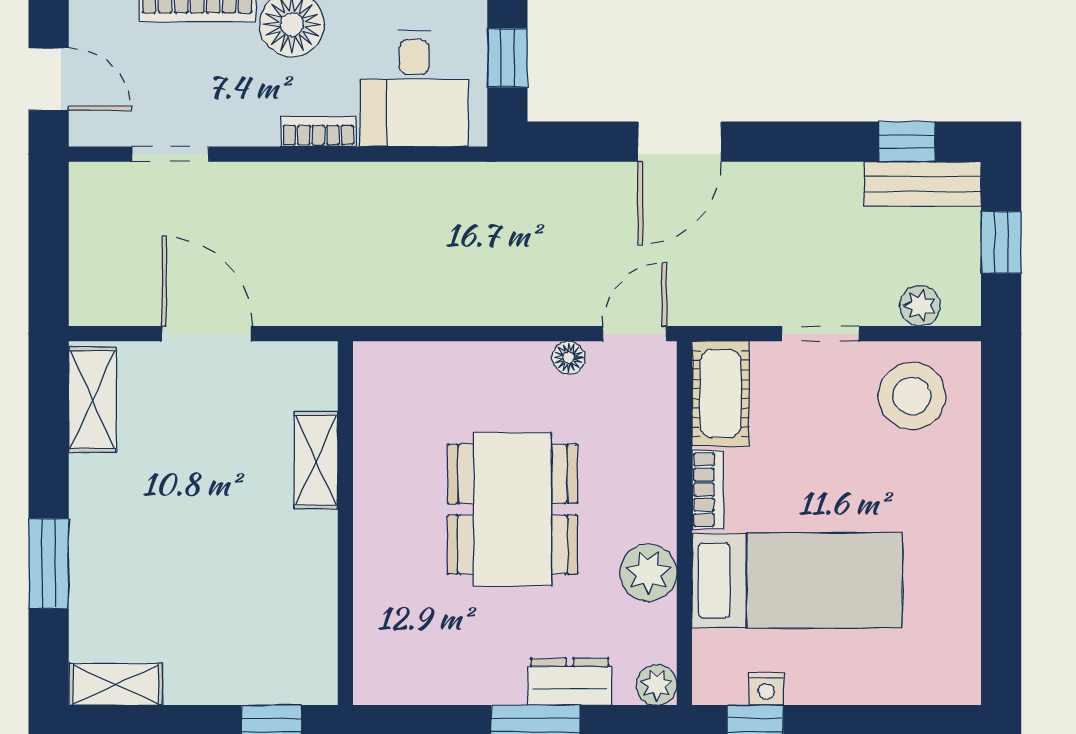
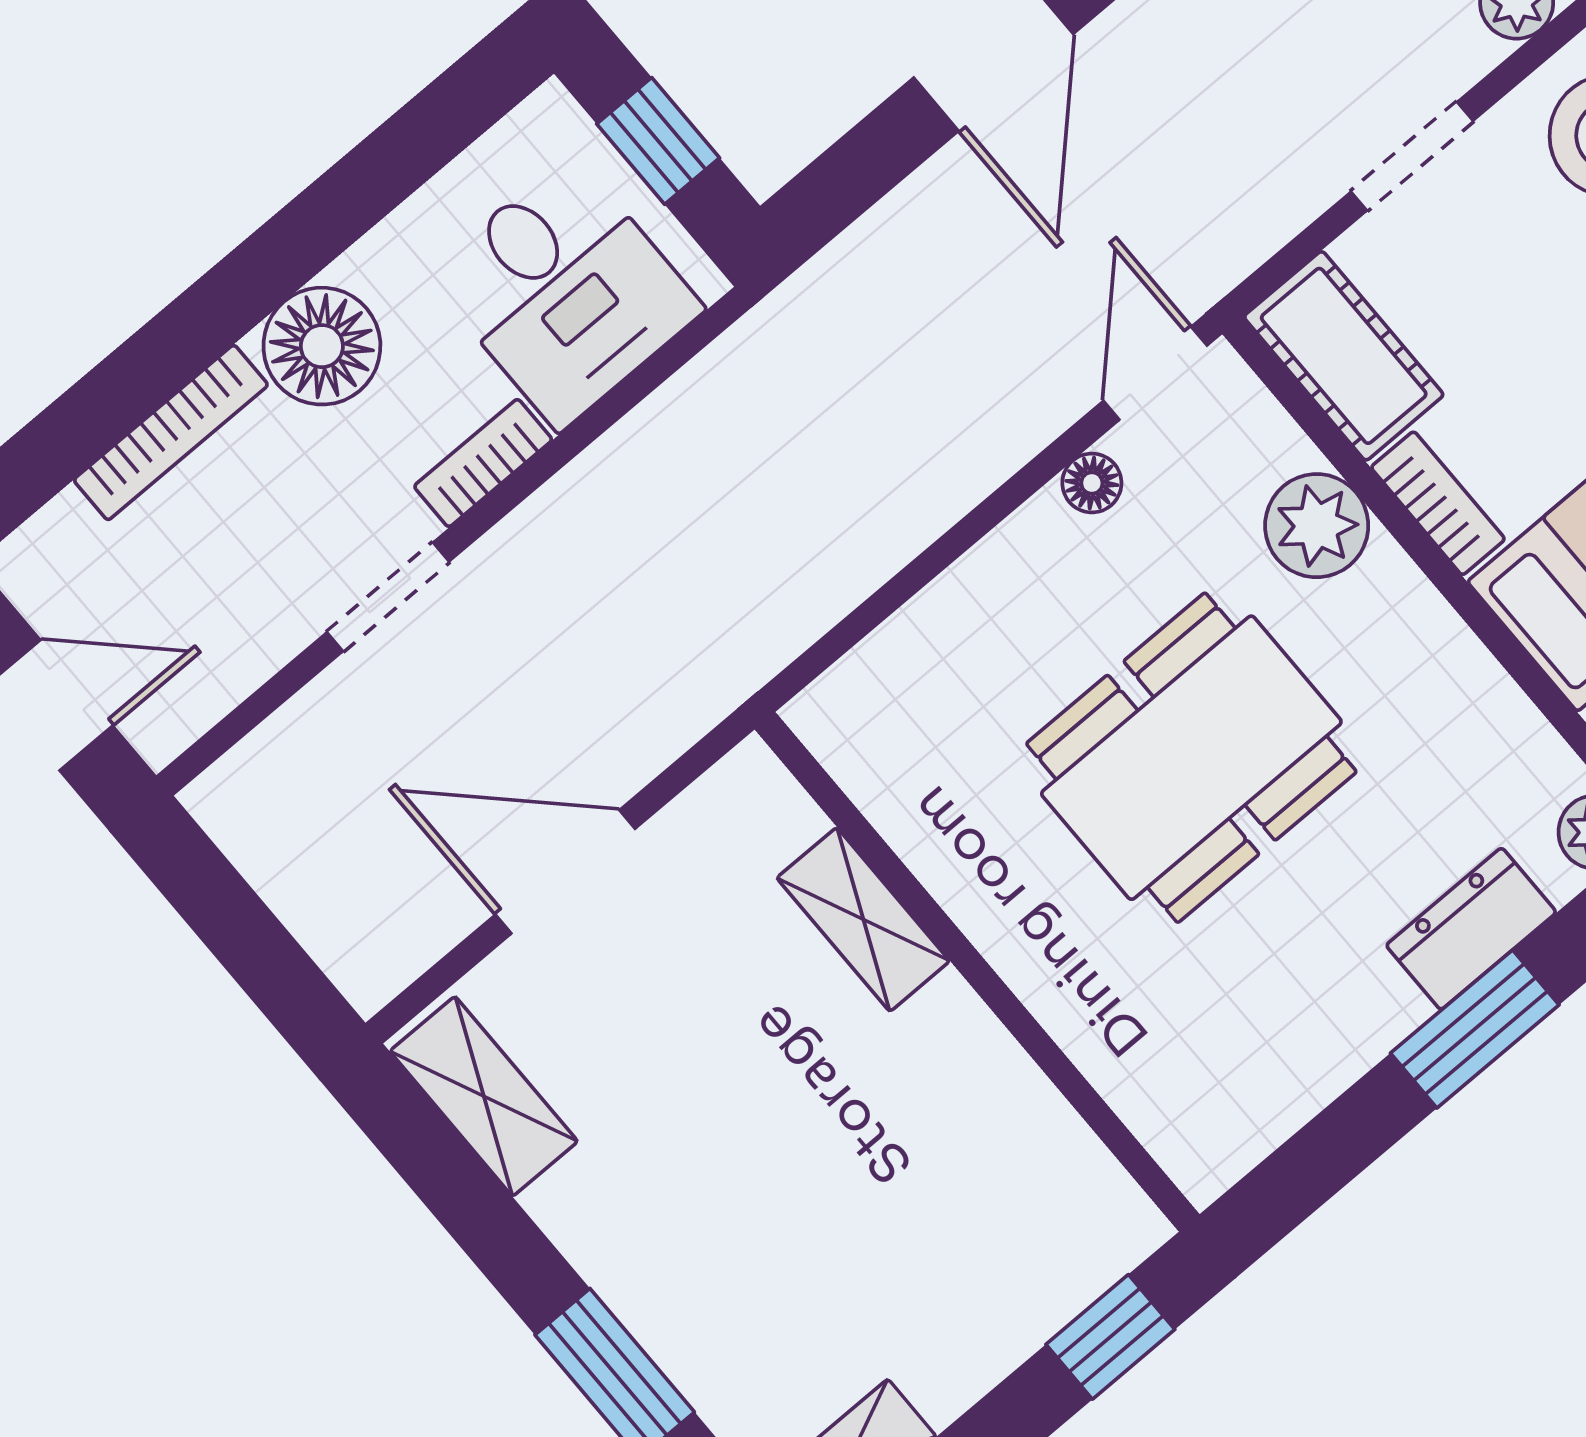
doorway: (170, 154) -> (388, 597), moved
dining table: (513, 509) -> (1191, 758), turned 90
plant: (648, 573) -> (1317, 526), moved

